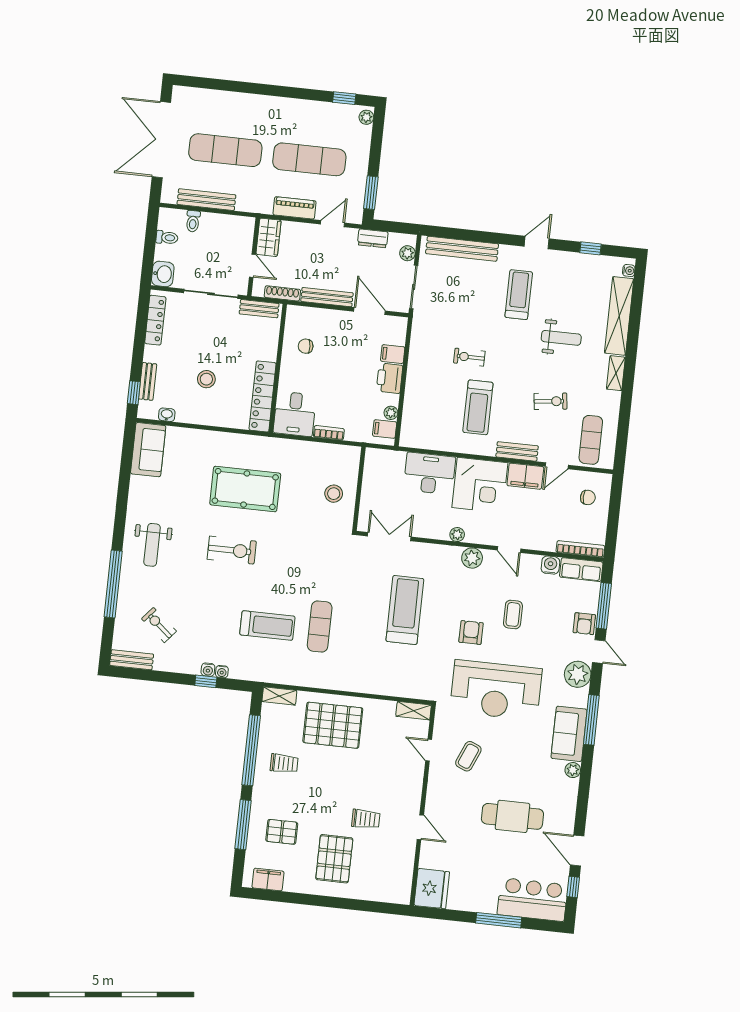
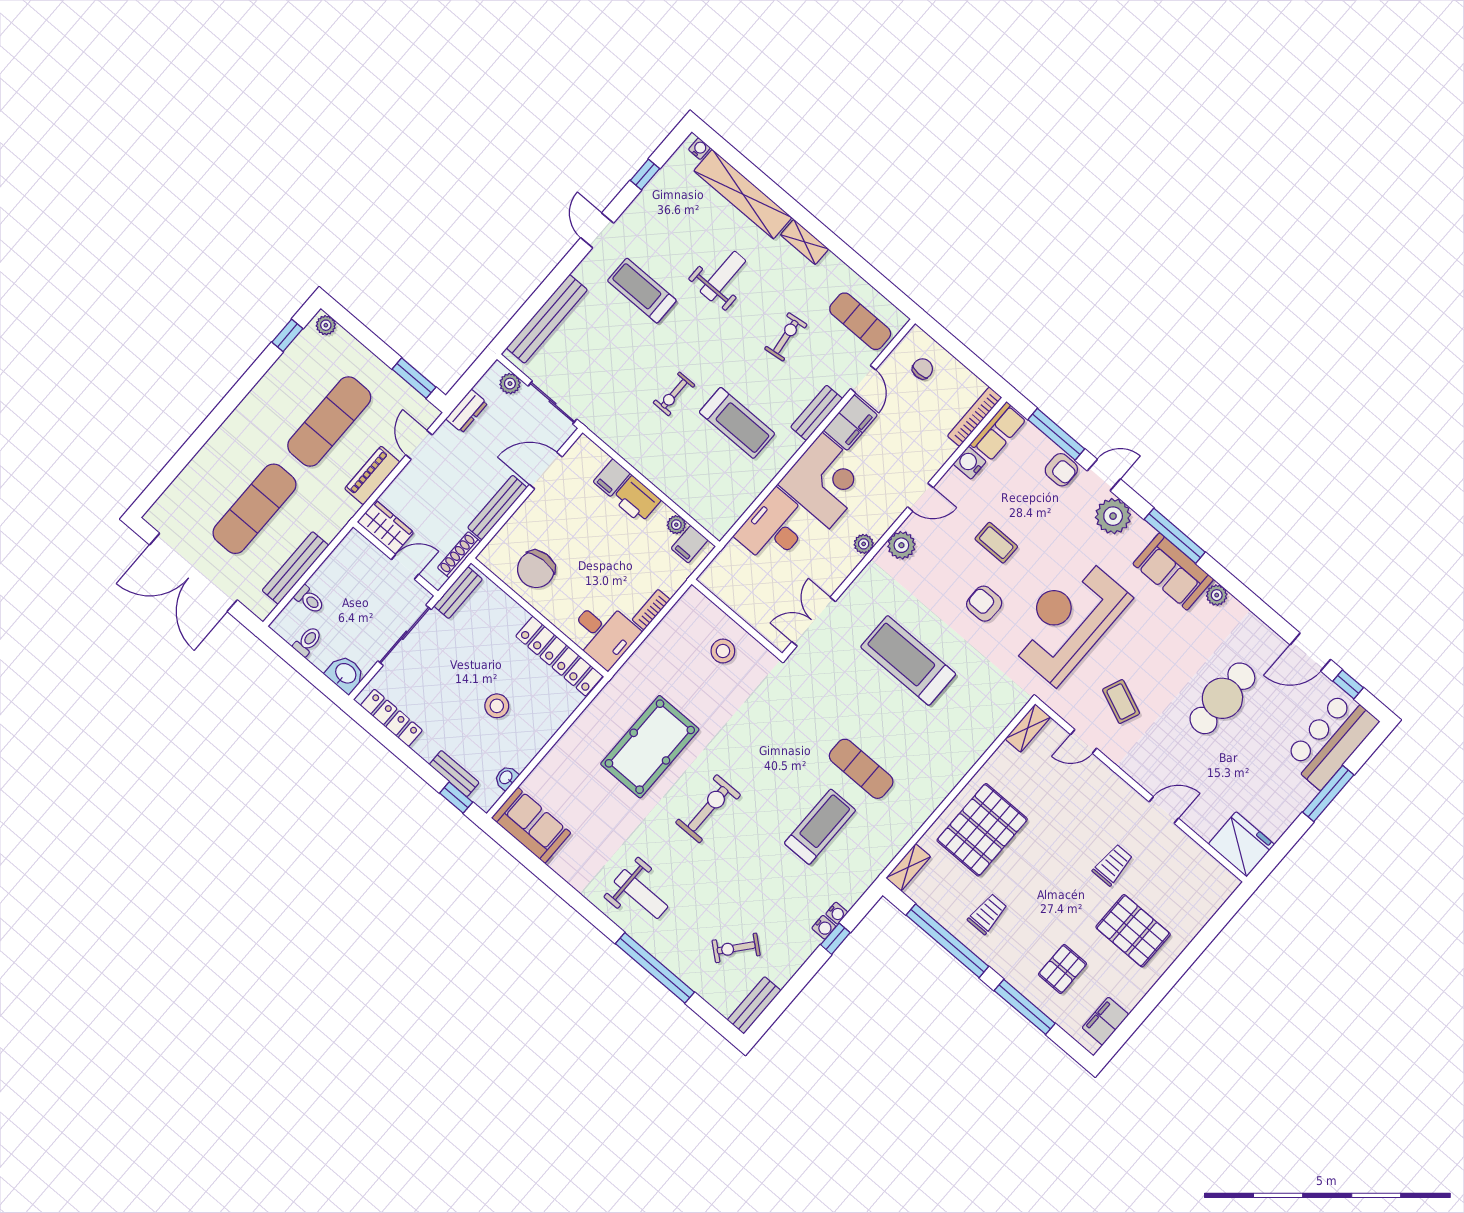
chair: (306, 346) -> (536, 569), width x1.87, depth x1.87
reception desk: (496, 690) -> (1068, 620), turned 180

